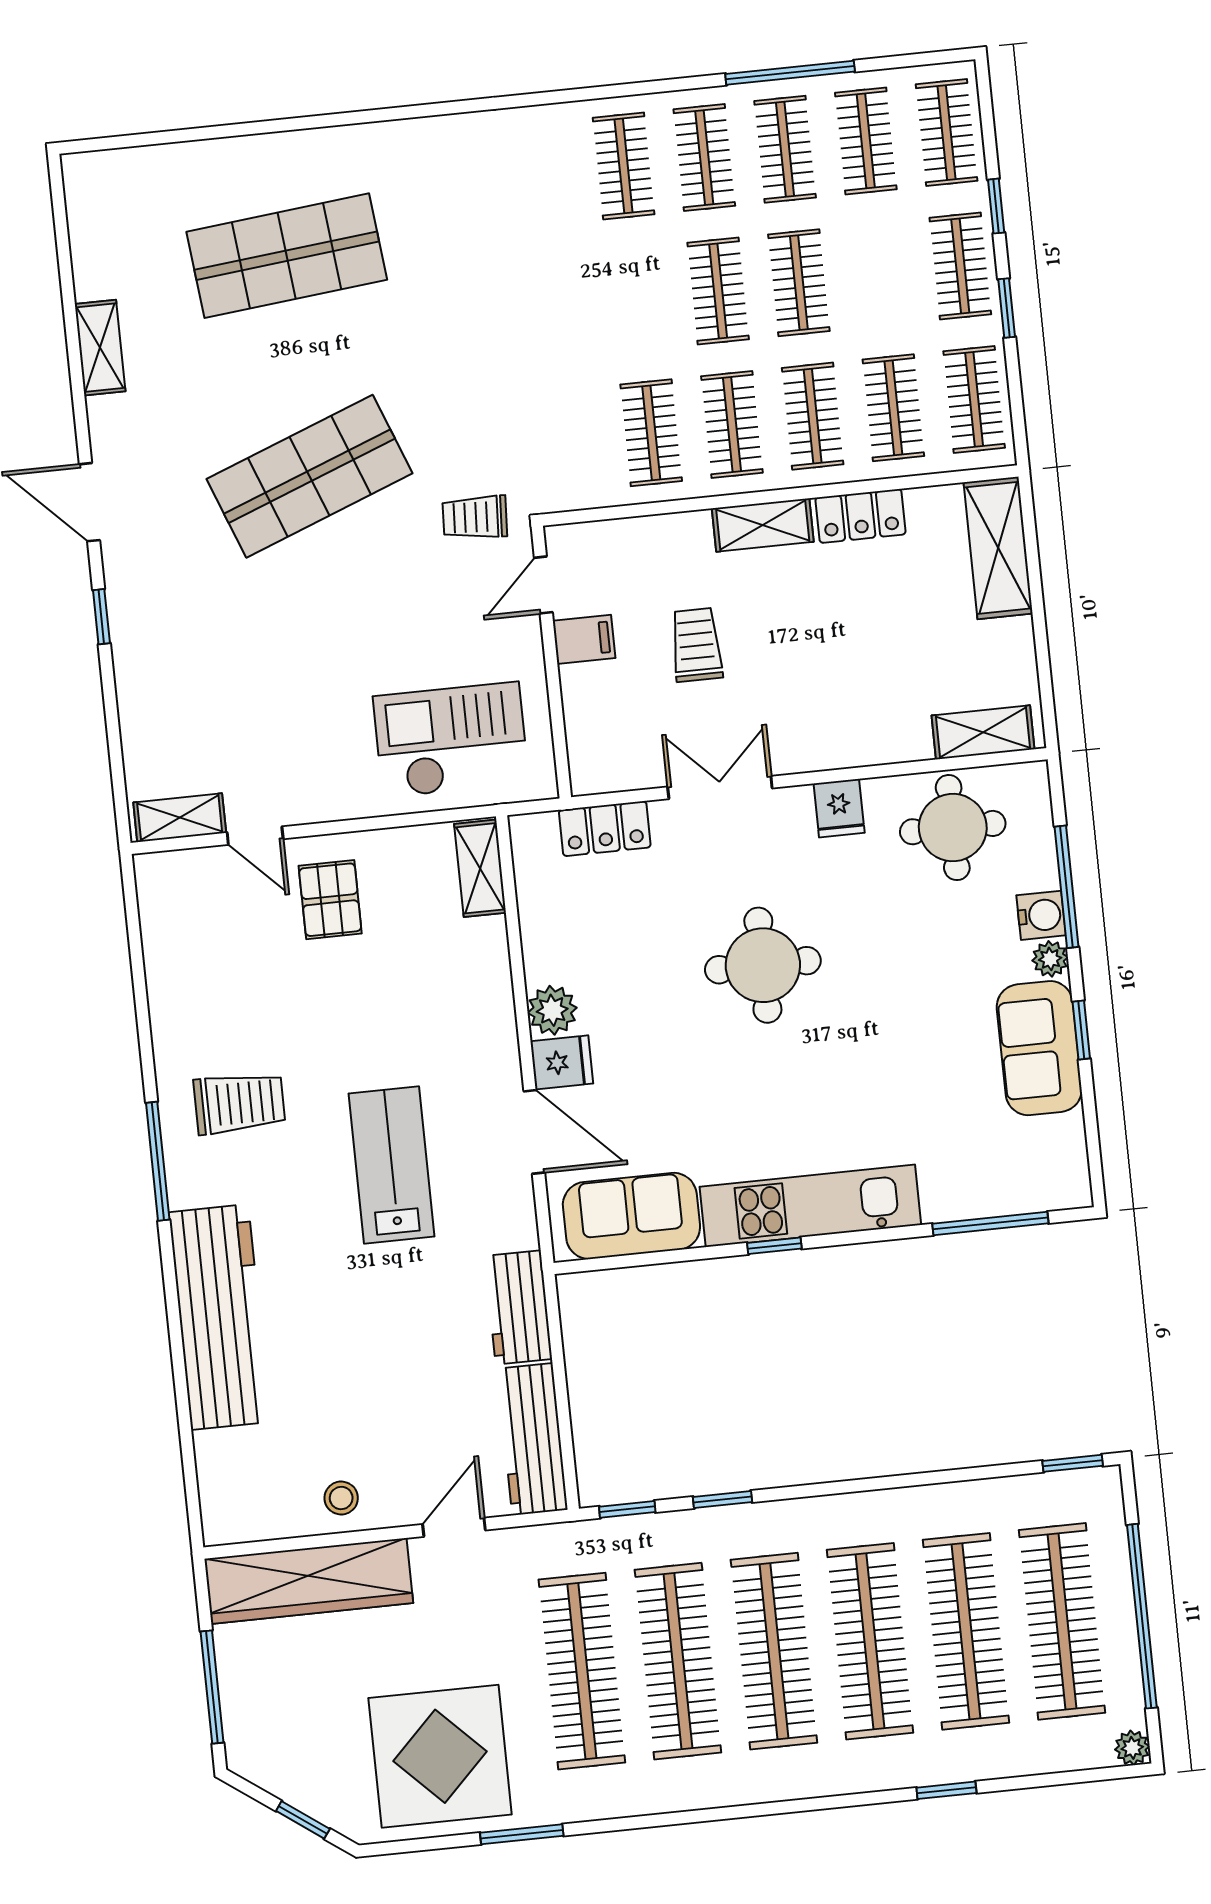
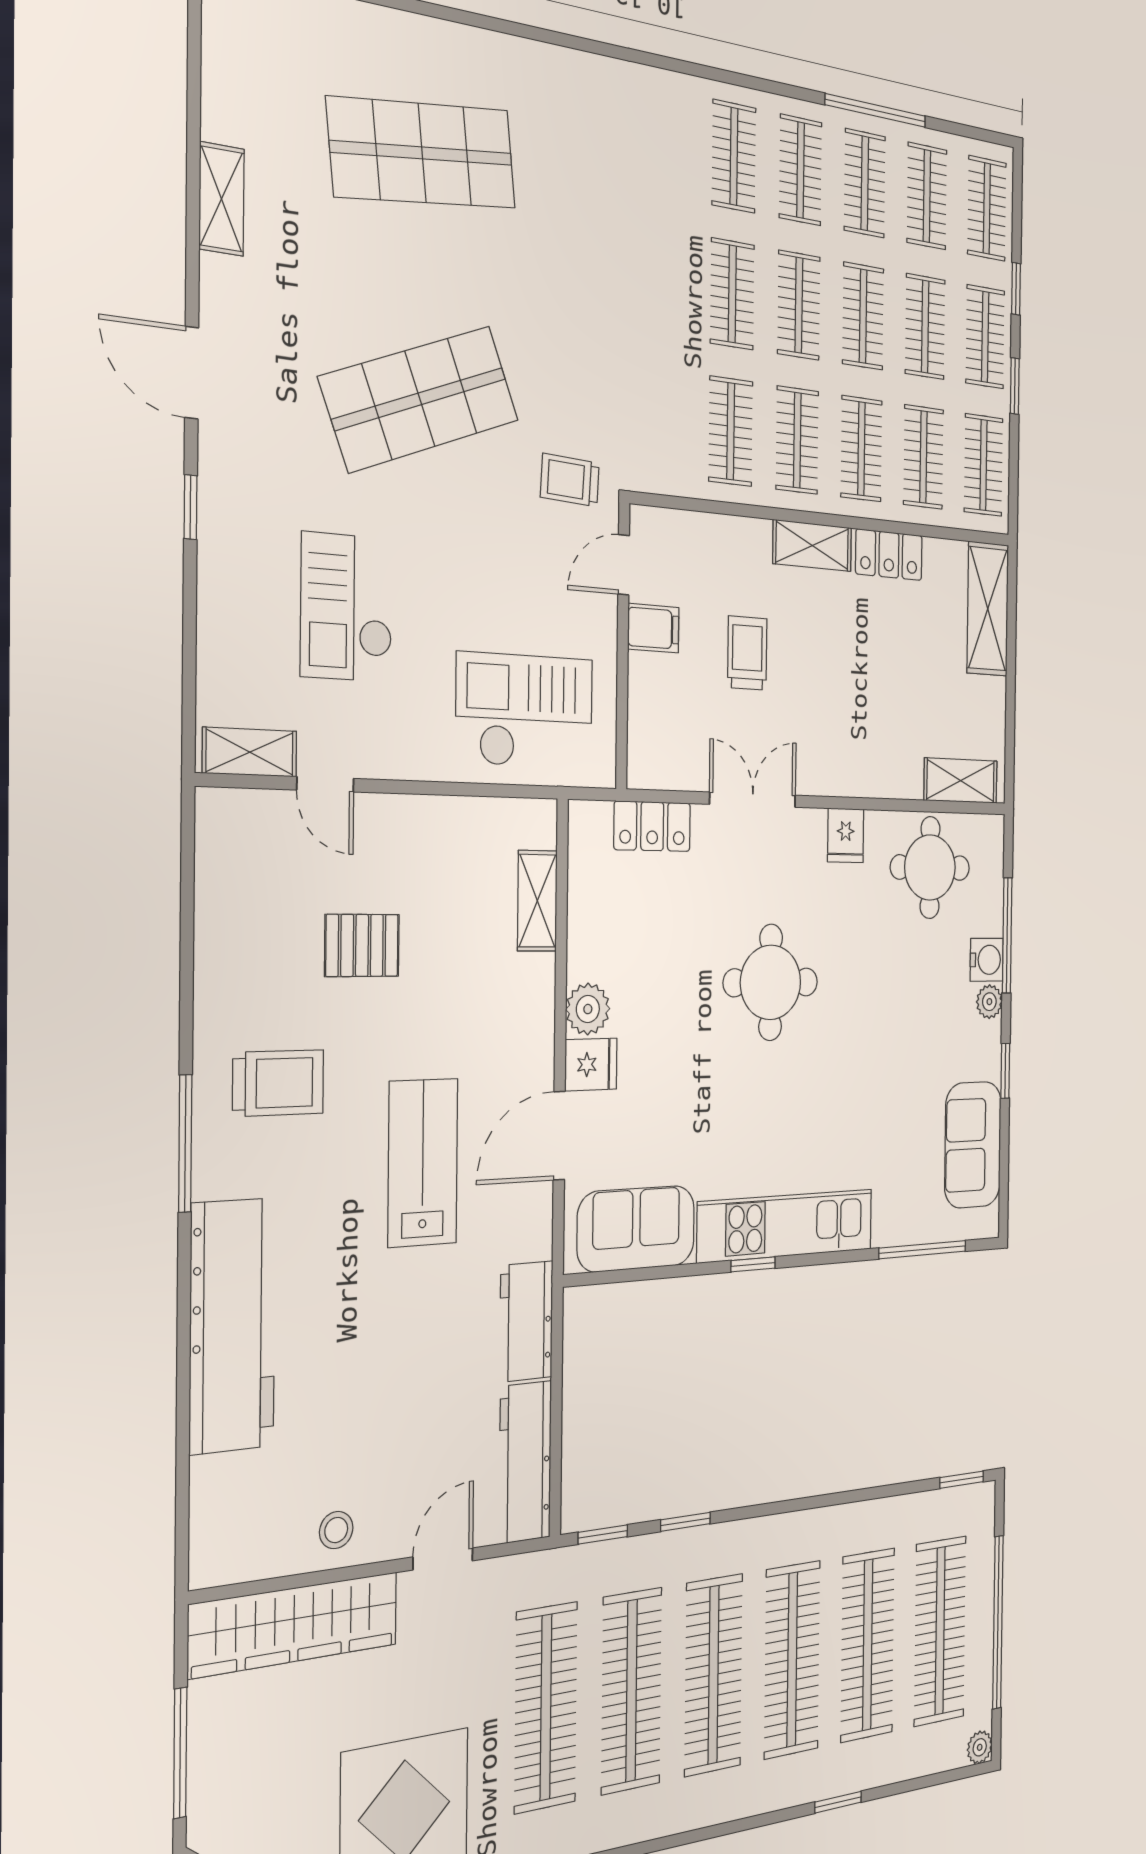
clothes rail: (880, 274) -> (925, 327), added
clothes rail: (637, 299) -> (732, 294), added
checkout: (258, 676) -> (347, 607), added
shelving: (480, 868) -> (537, 901), moved
pallet: (330, 900) -> (362, 945), moved, turned 90
sofa: (1039, 1048) -> (973, 1145), moved
door: (534, 1132) -> (559, 1136), swing flipped

